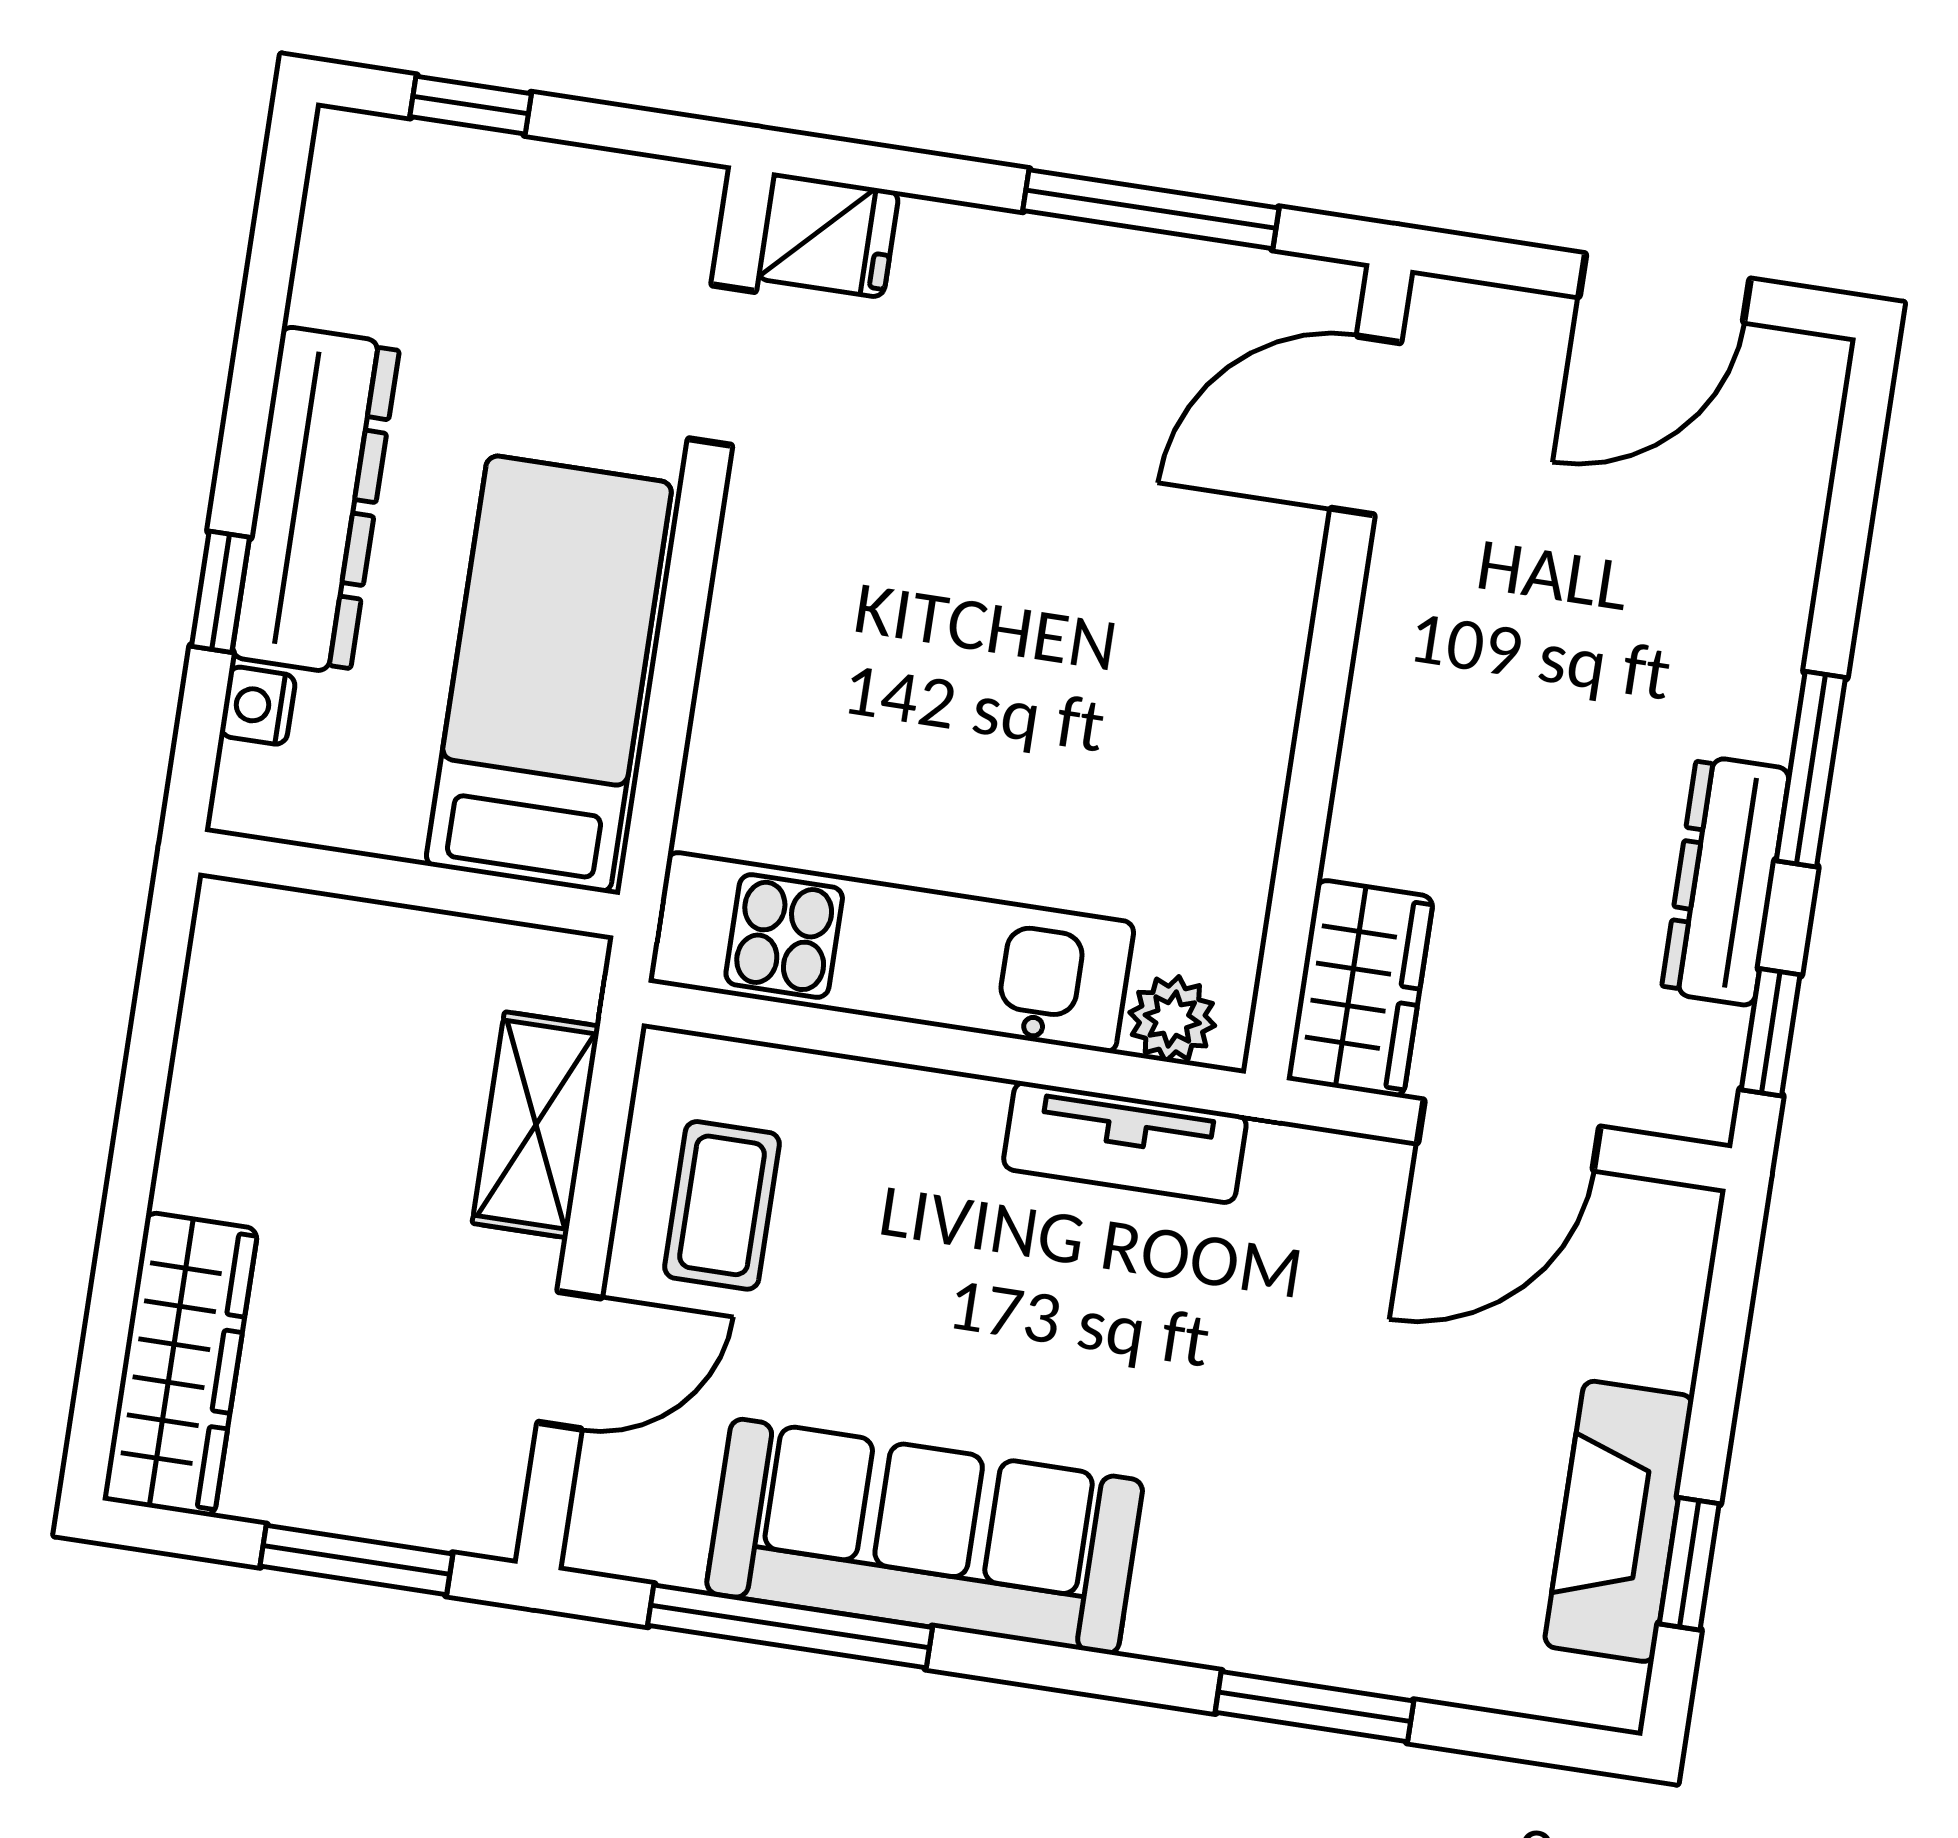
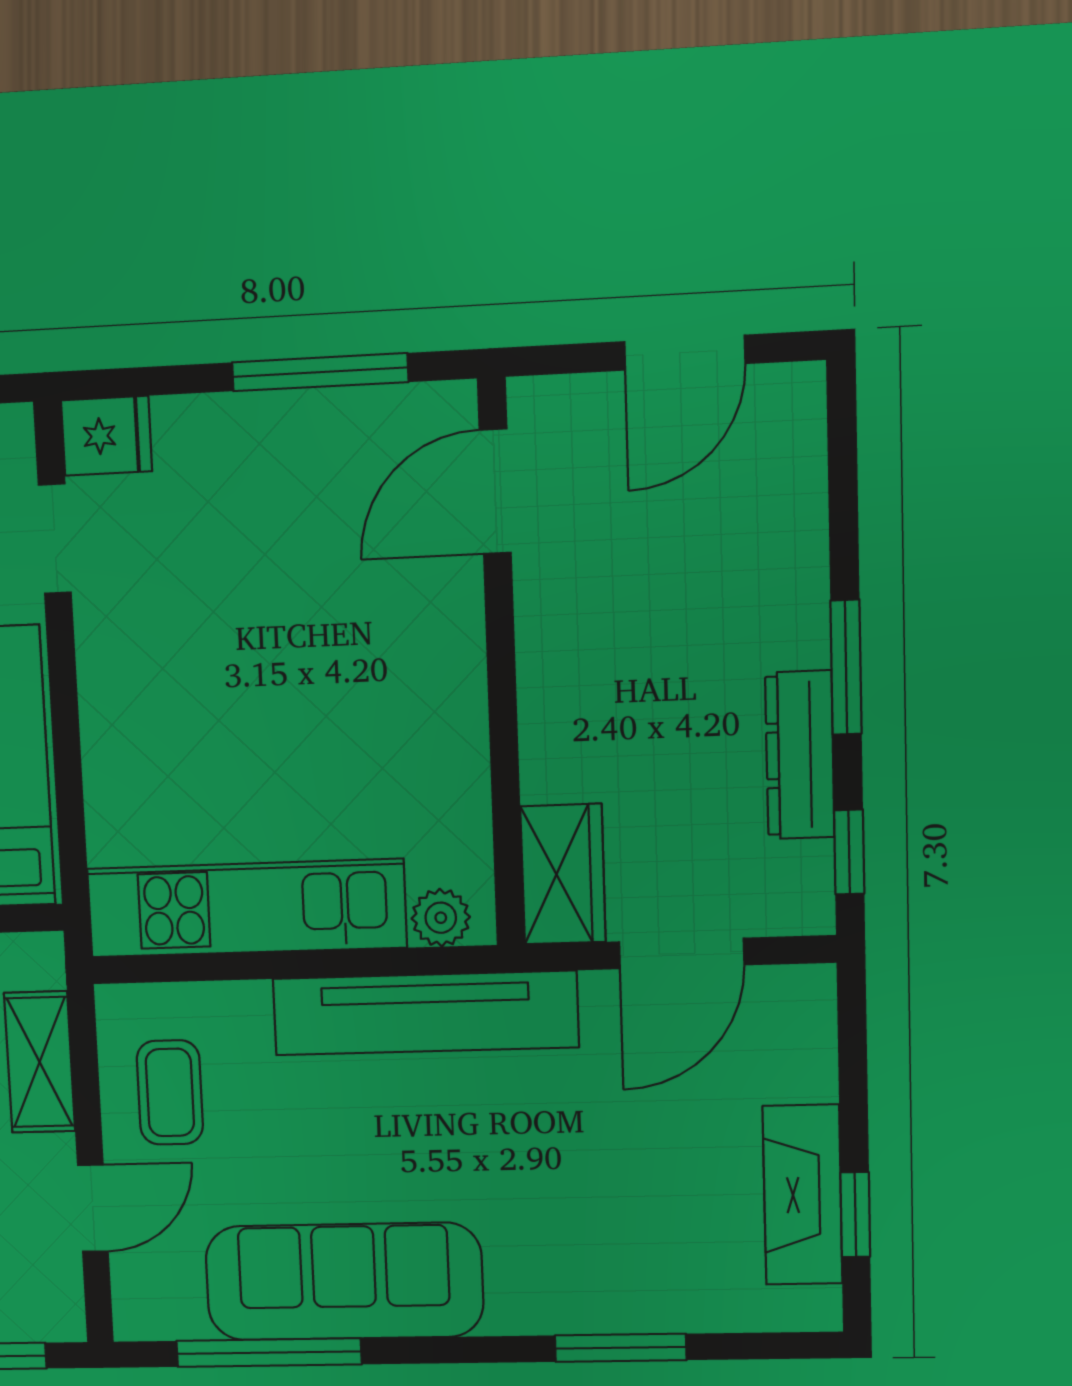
tv unit: (1125, 1142) -> (425, 1013), width x1.92, depth x1.29

